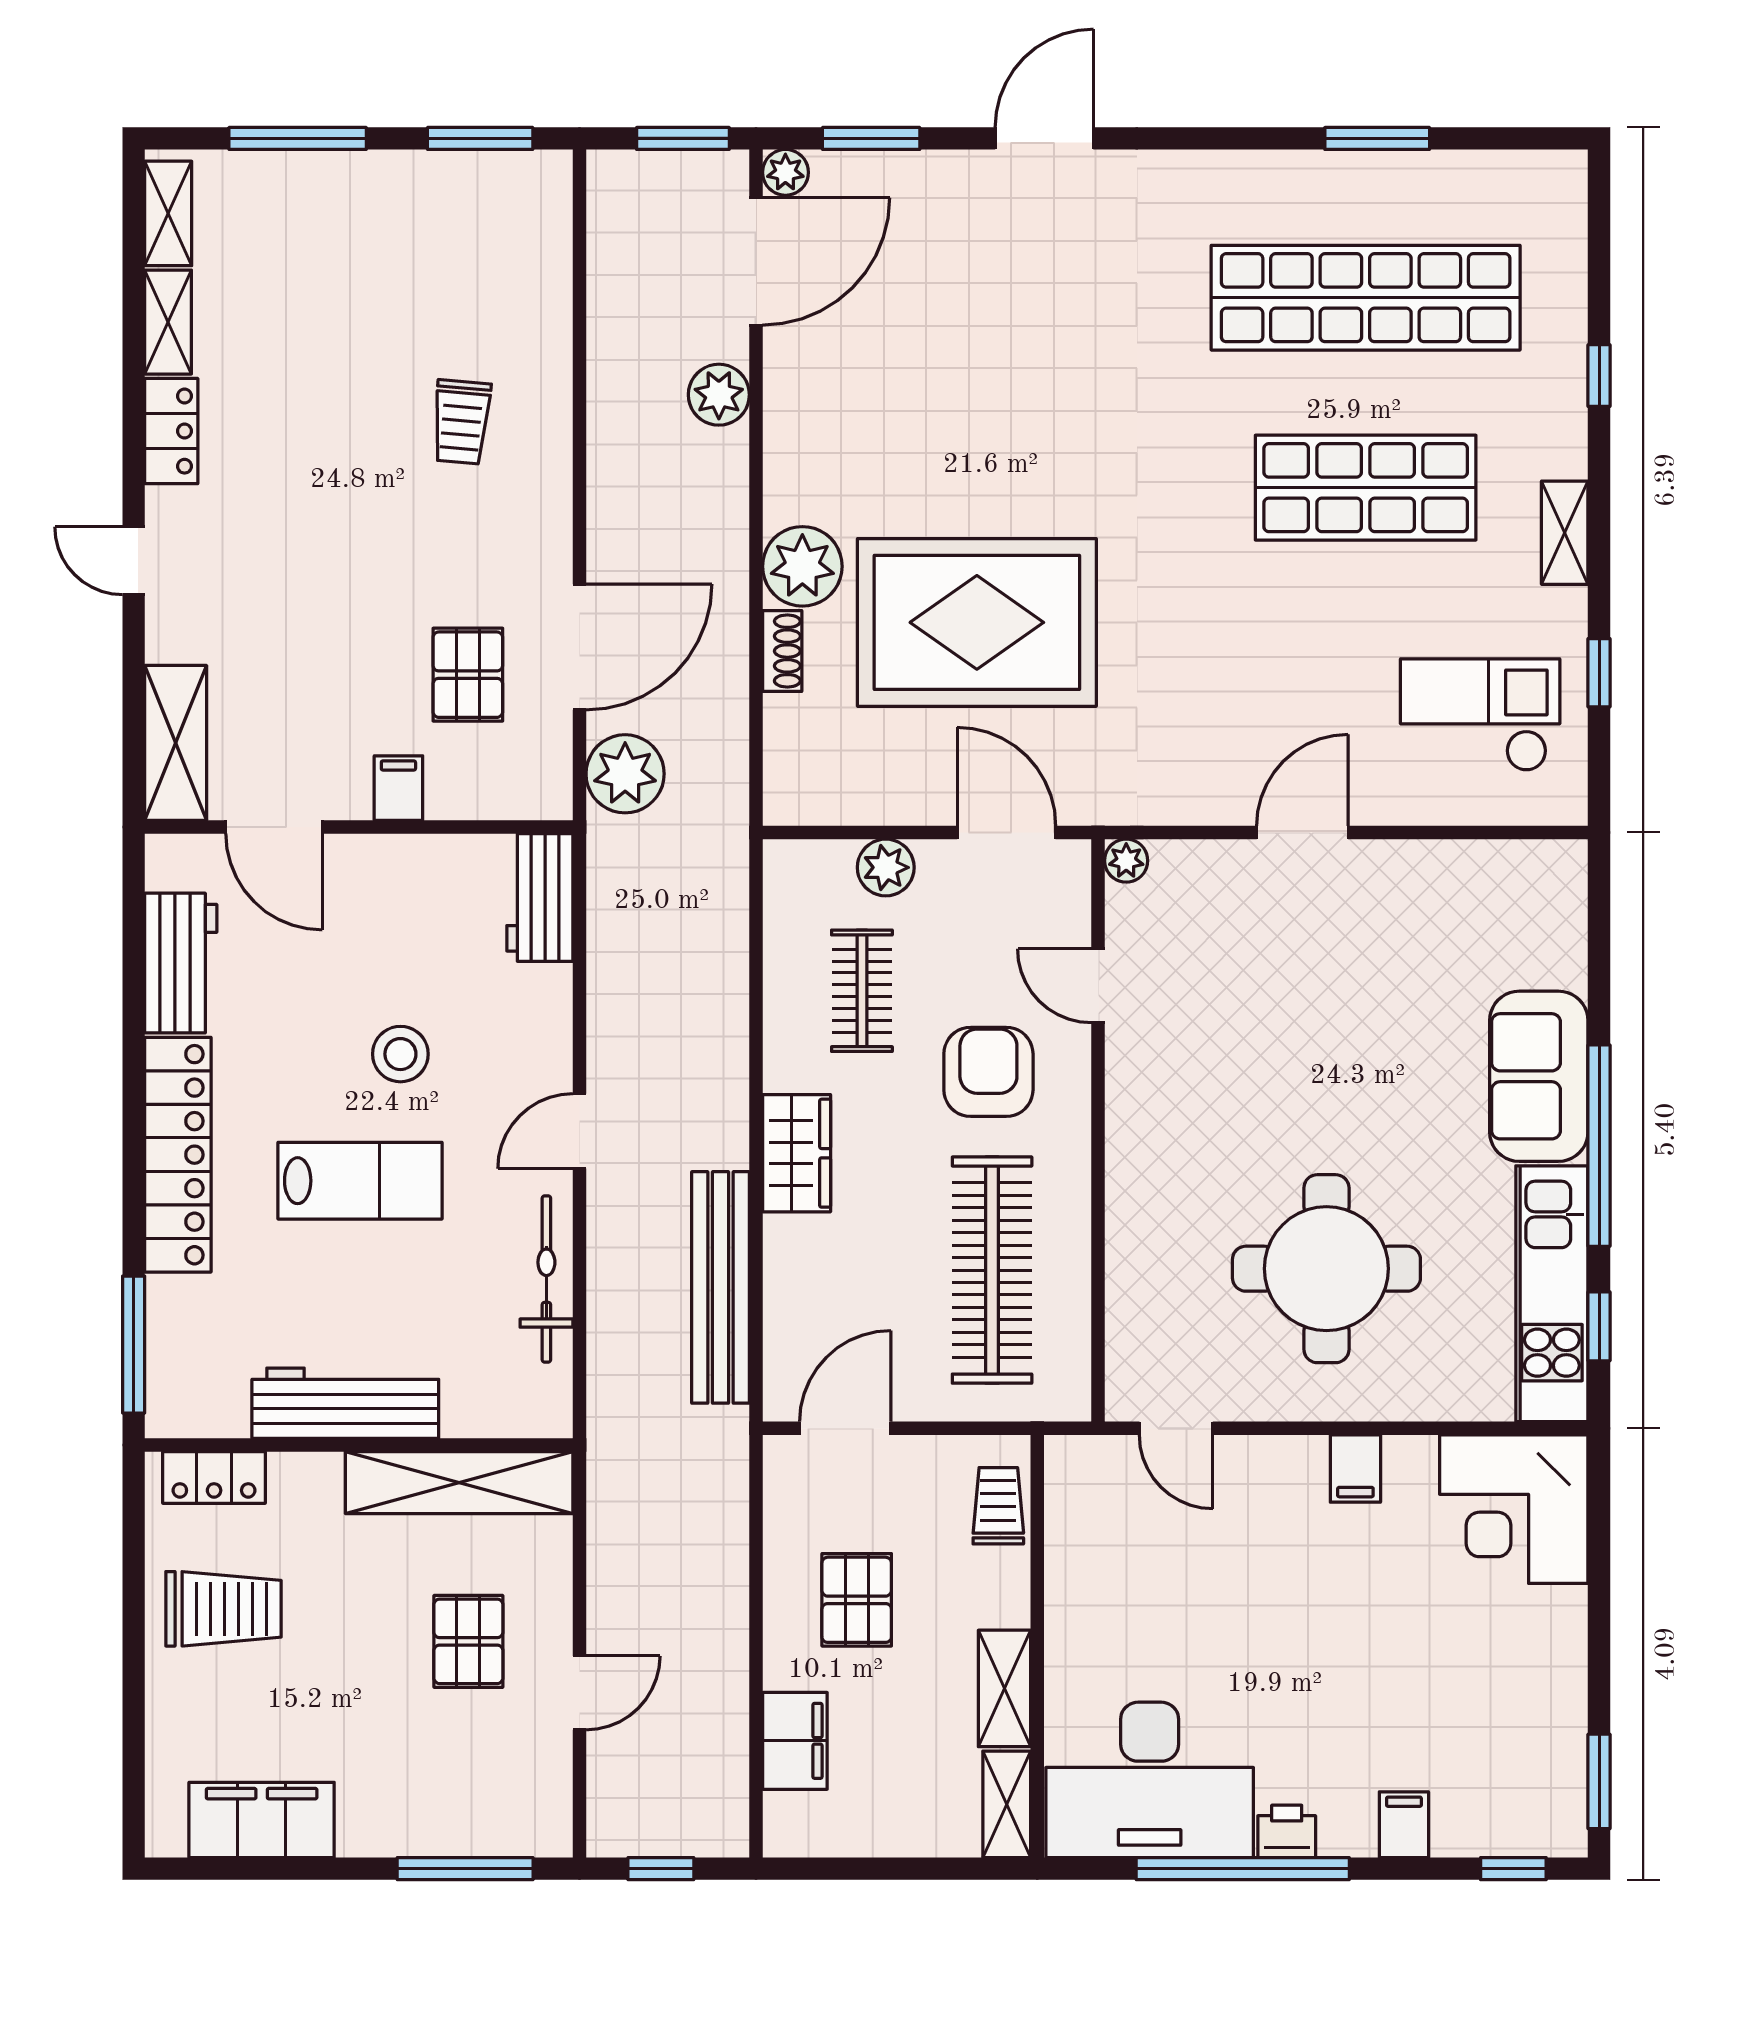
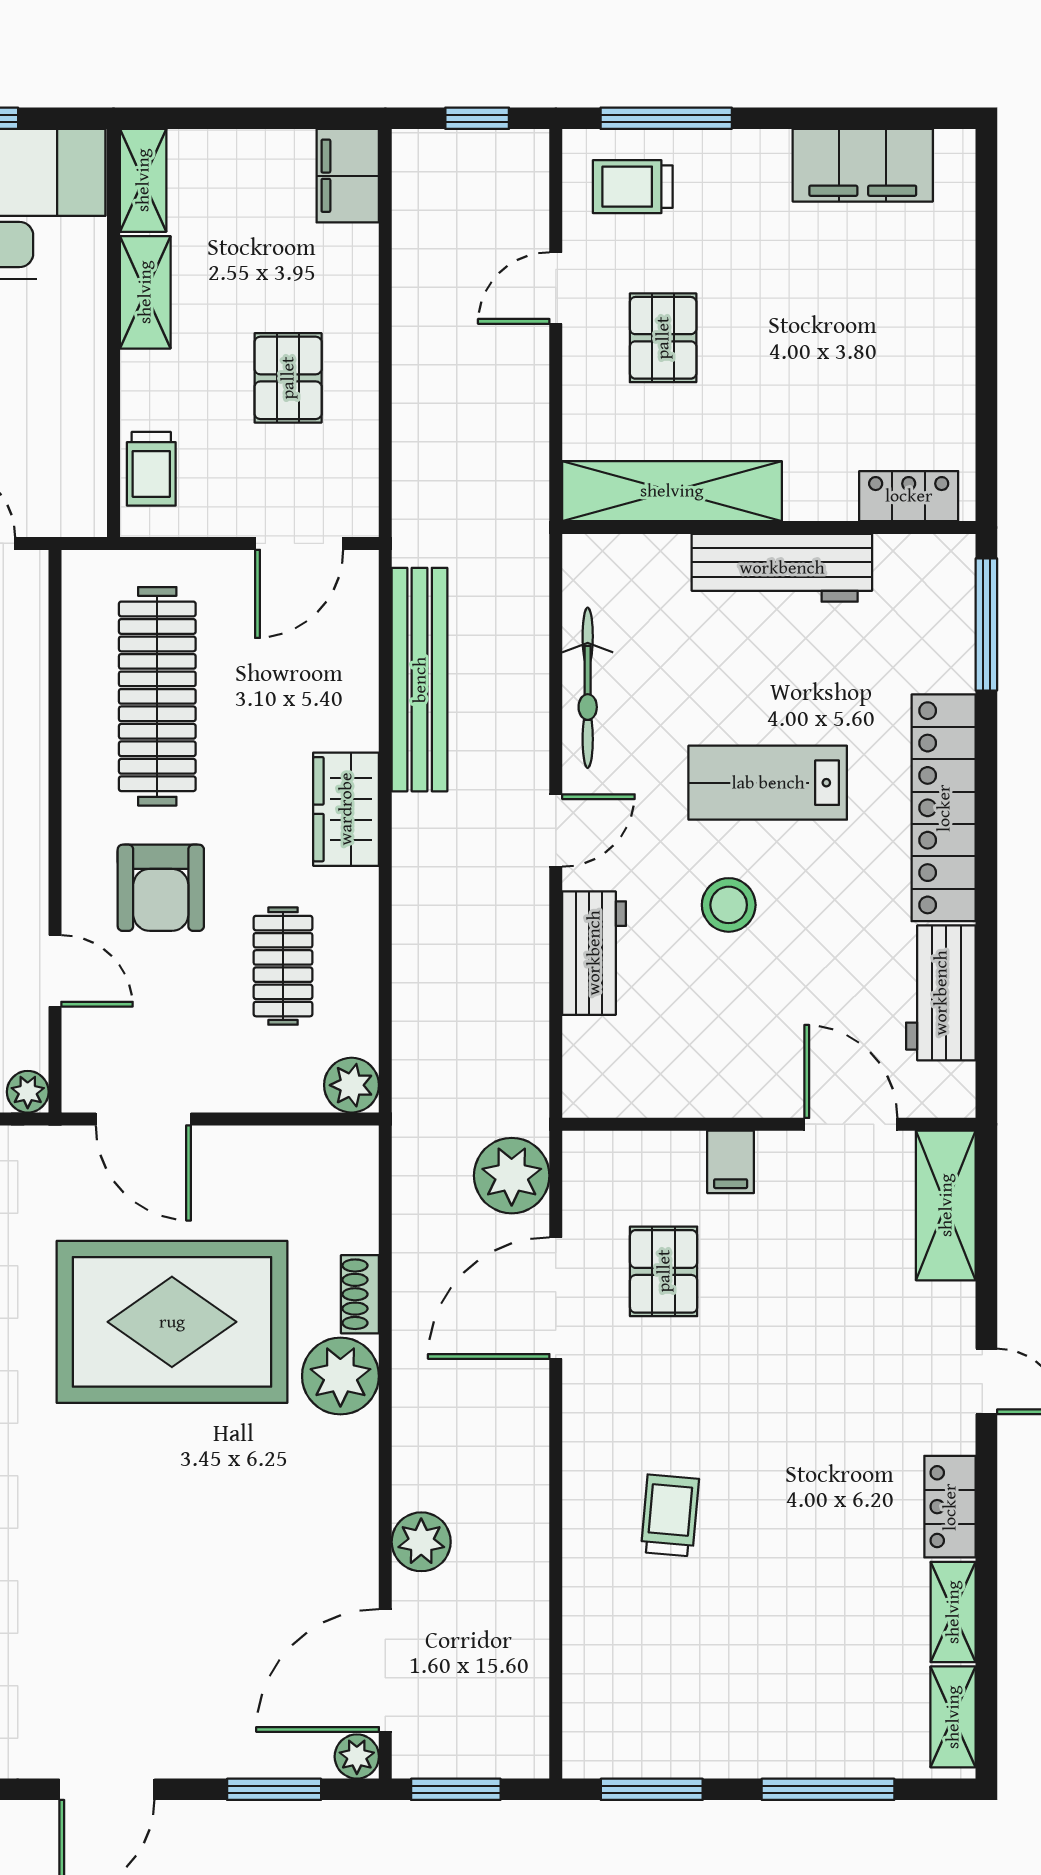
plant: (886, 867) -> (352, 1085), moved
workbench: (540, 897) -> (594, 953), moved
trolley: (224, 1609) -> (633, 187), moved, width x0.73, depth x0.72
filing cabinet: (795, 1741) -> (348, 176), moved

